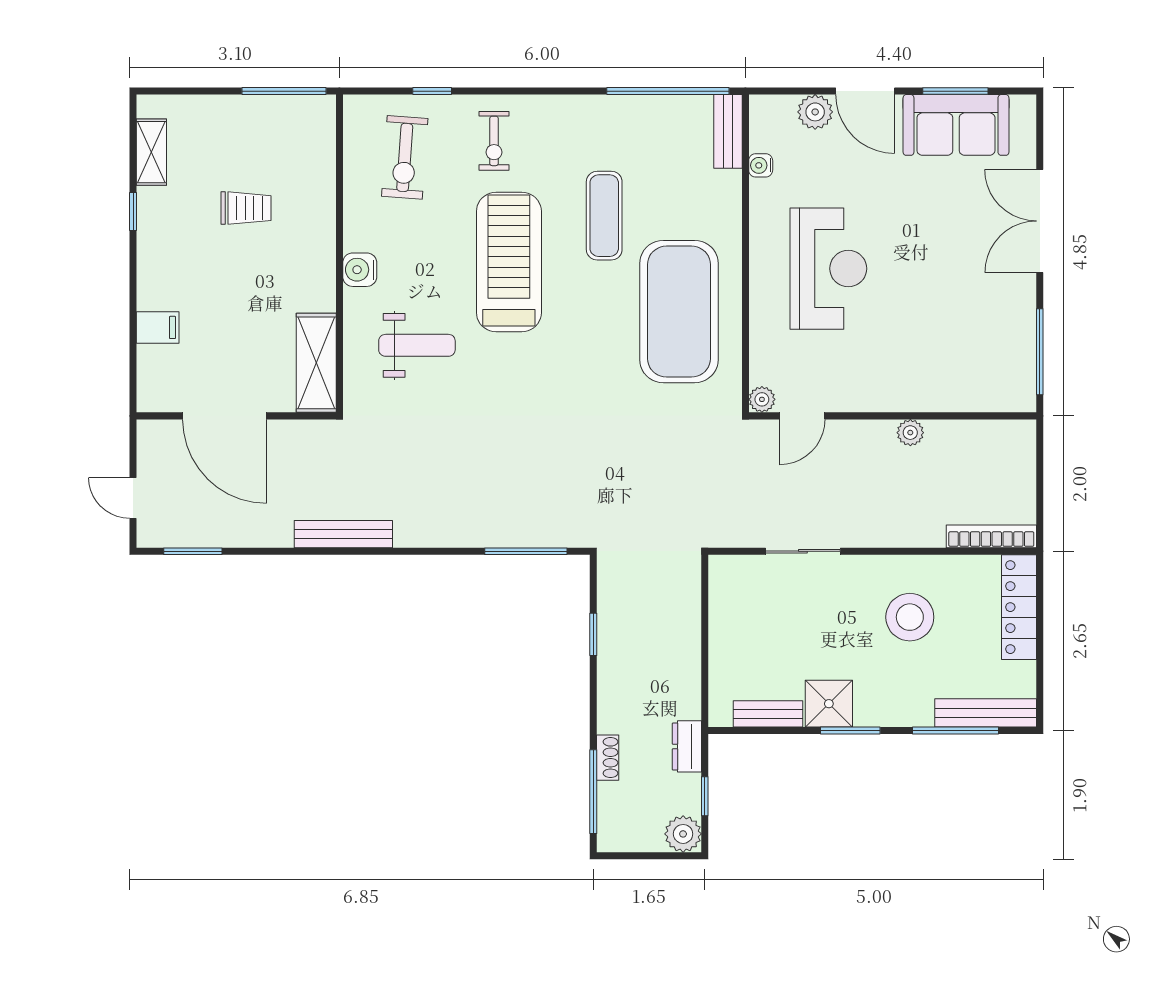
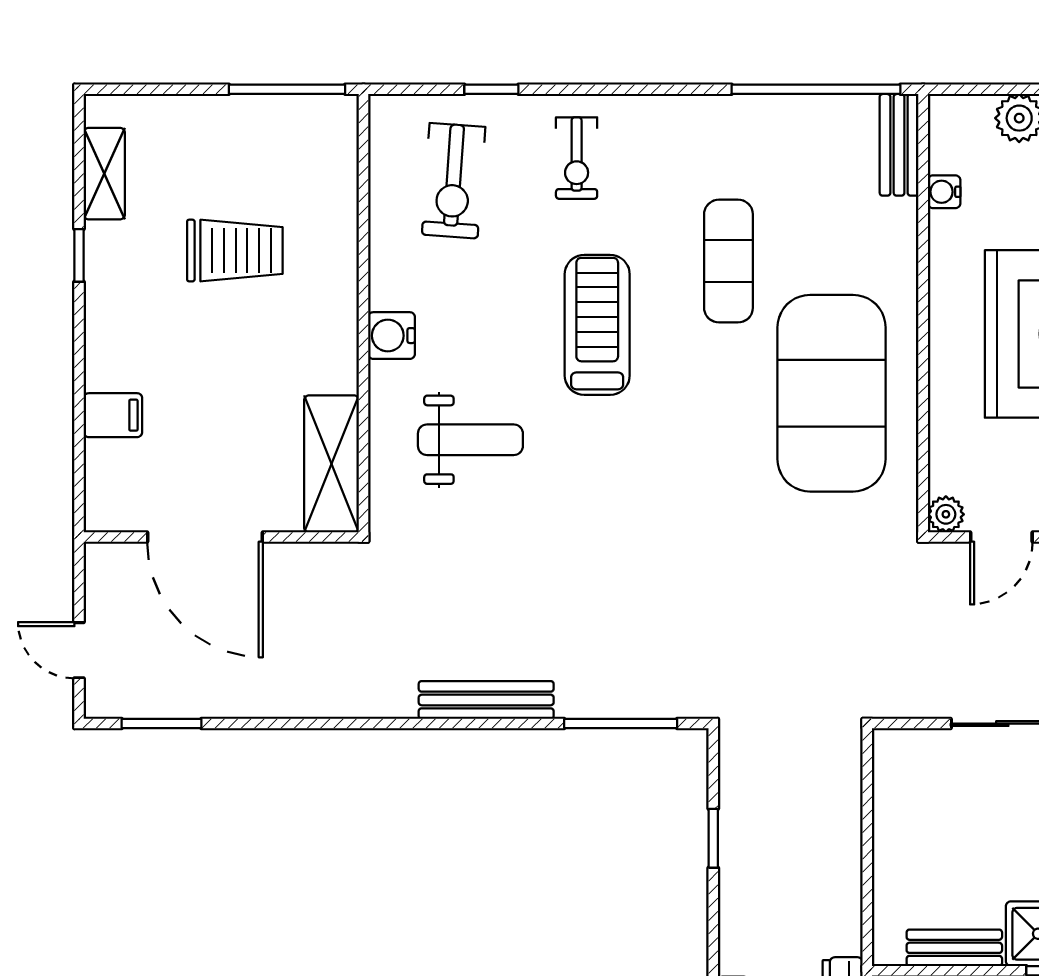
trolley: (246, 208) -> (235, 251), width x1.36, depth x1.39
treadmill: (509, 262) -> (597, 325), width x0.73, depth x0.73
bench: (343, 534) -> (486, 700), moved

